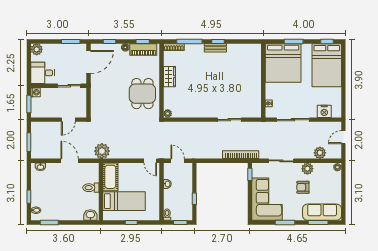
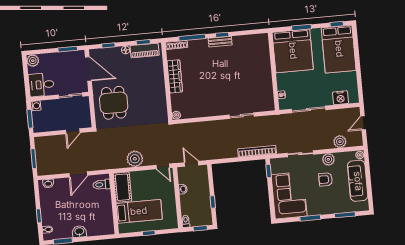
door: (89, 62) -> (88, 69), hinge flipped
wardrobe: (170, 77) -> (175, 76), width x1.50
dining table: (142, 94) -> (114, 103), moved
plant: (102, 151) -> (135, 159), moved
door: (70, 161) -> (78, 174), swing flipped
toilet: (91, 188) -> (102, 185), moved
sofa: (322, 212) -> (358, 181), moved, turned -90
washbasin: (90, 215) -> (79, 232), moved

